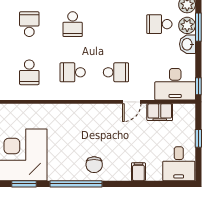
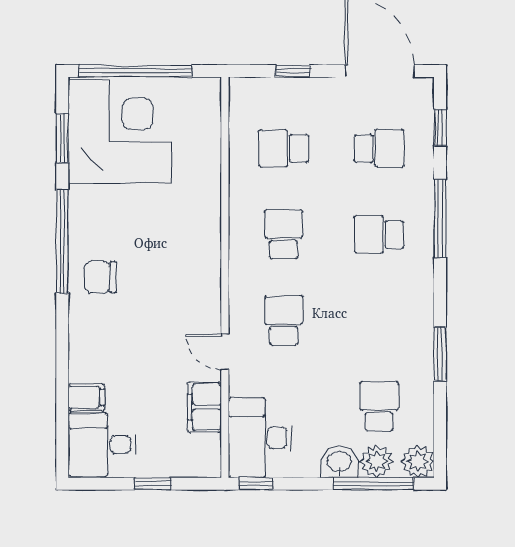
window: (198, 27) -> (373, 484), width x1.44
school desk: (116, 72) -> (284, 320), turned 180
filing cabinet: (138, 172) -> (86, 397), moved

